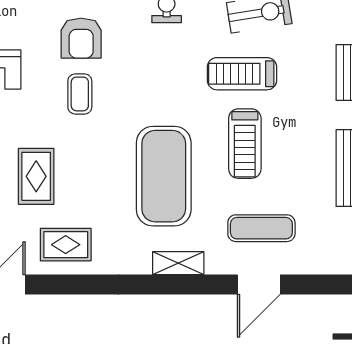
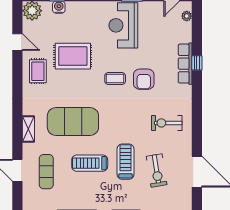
armchair: (81, 38) -> (144, 79), turned -90
rug: (36, 176) -> (73, 56), width x1.36, depth x1.43

